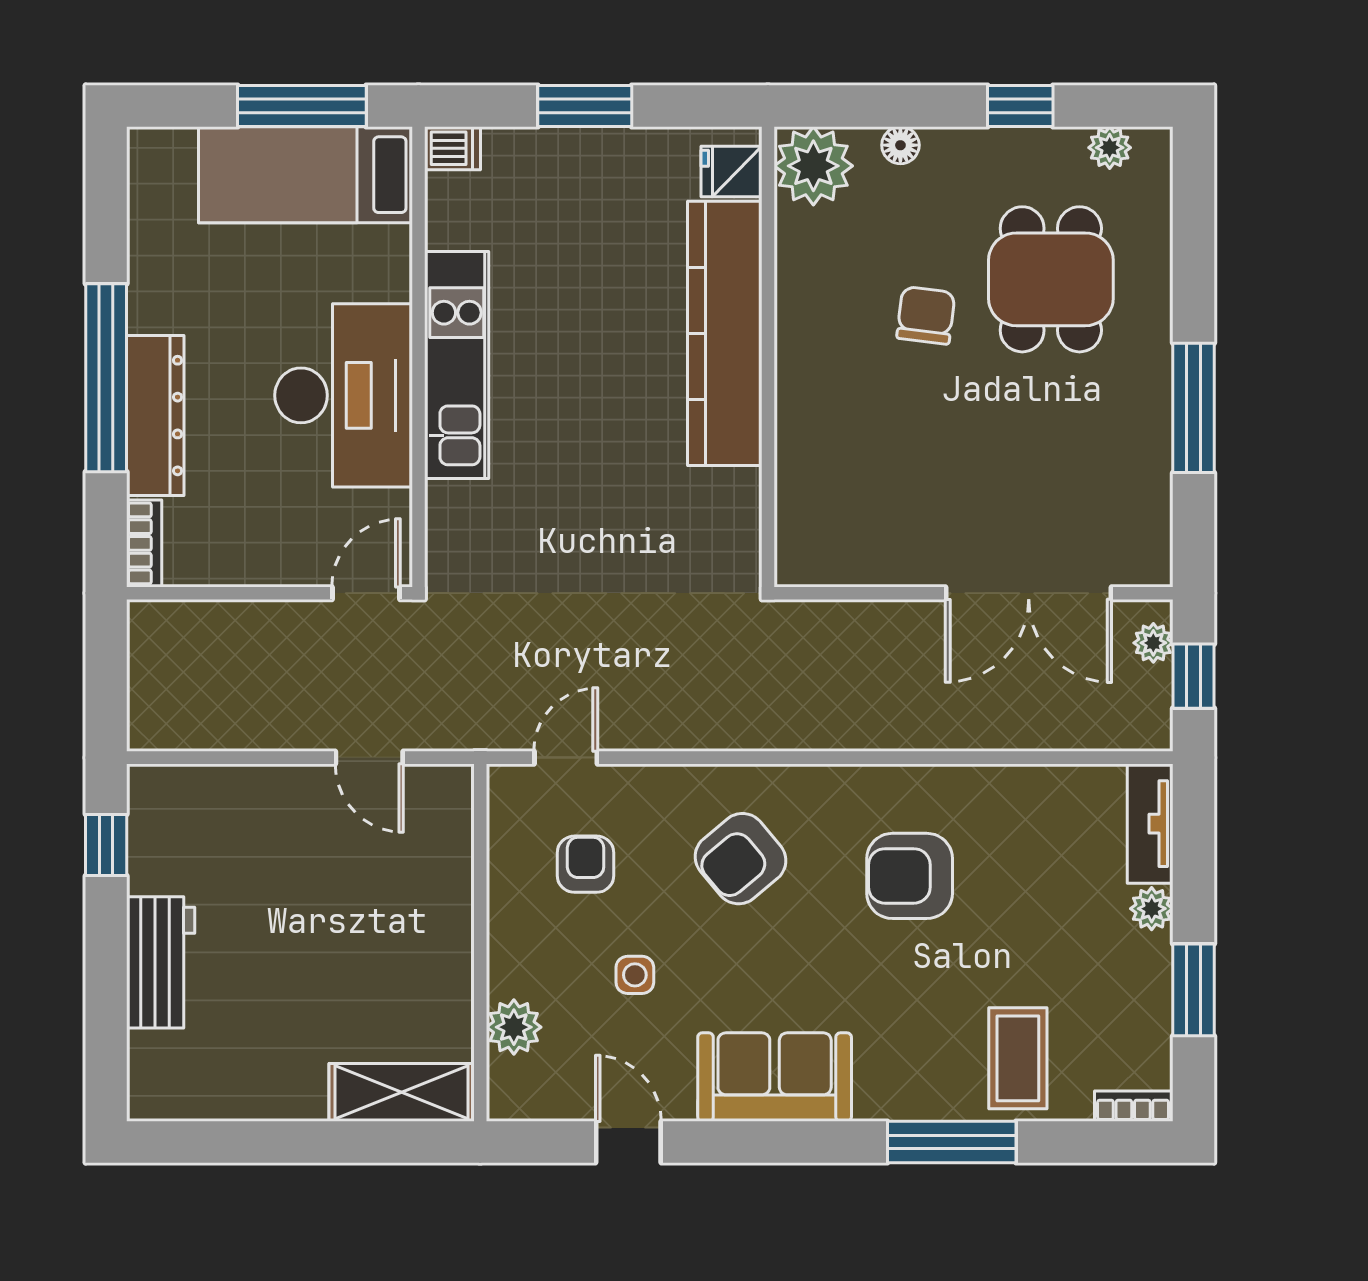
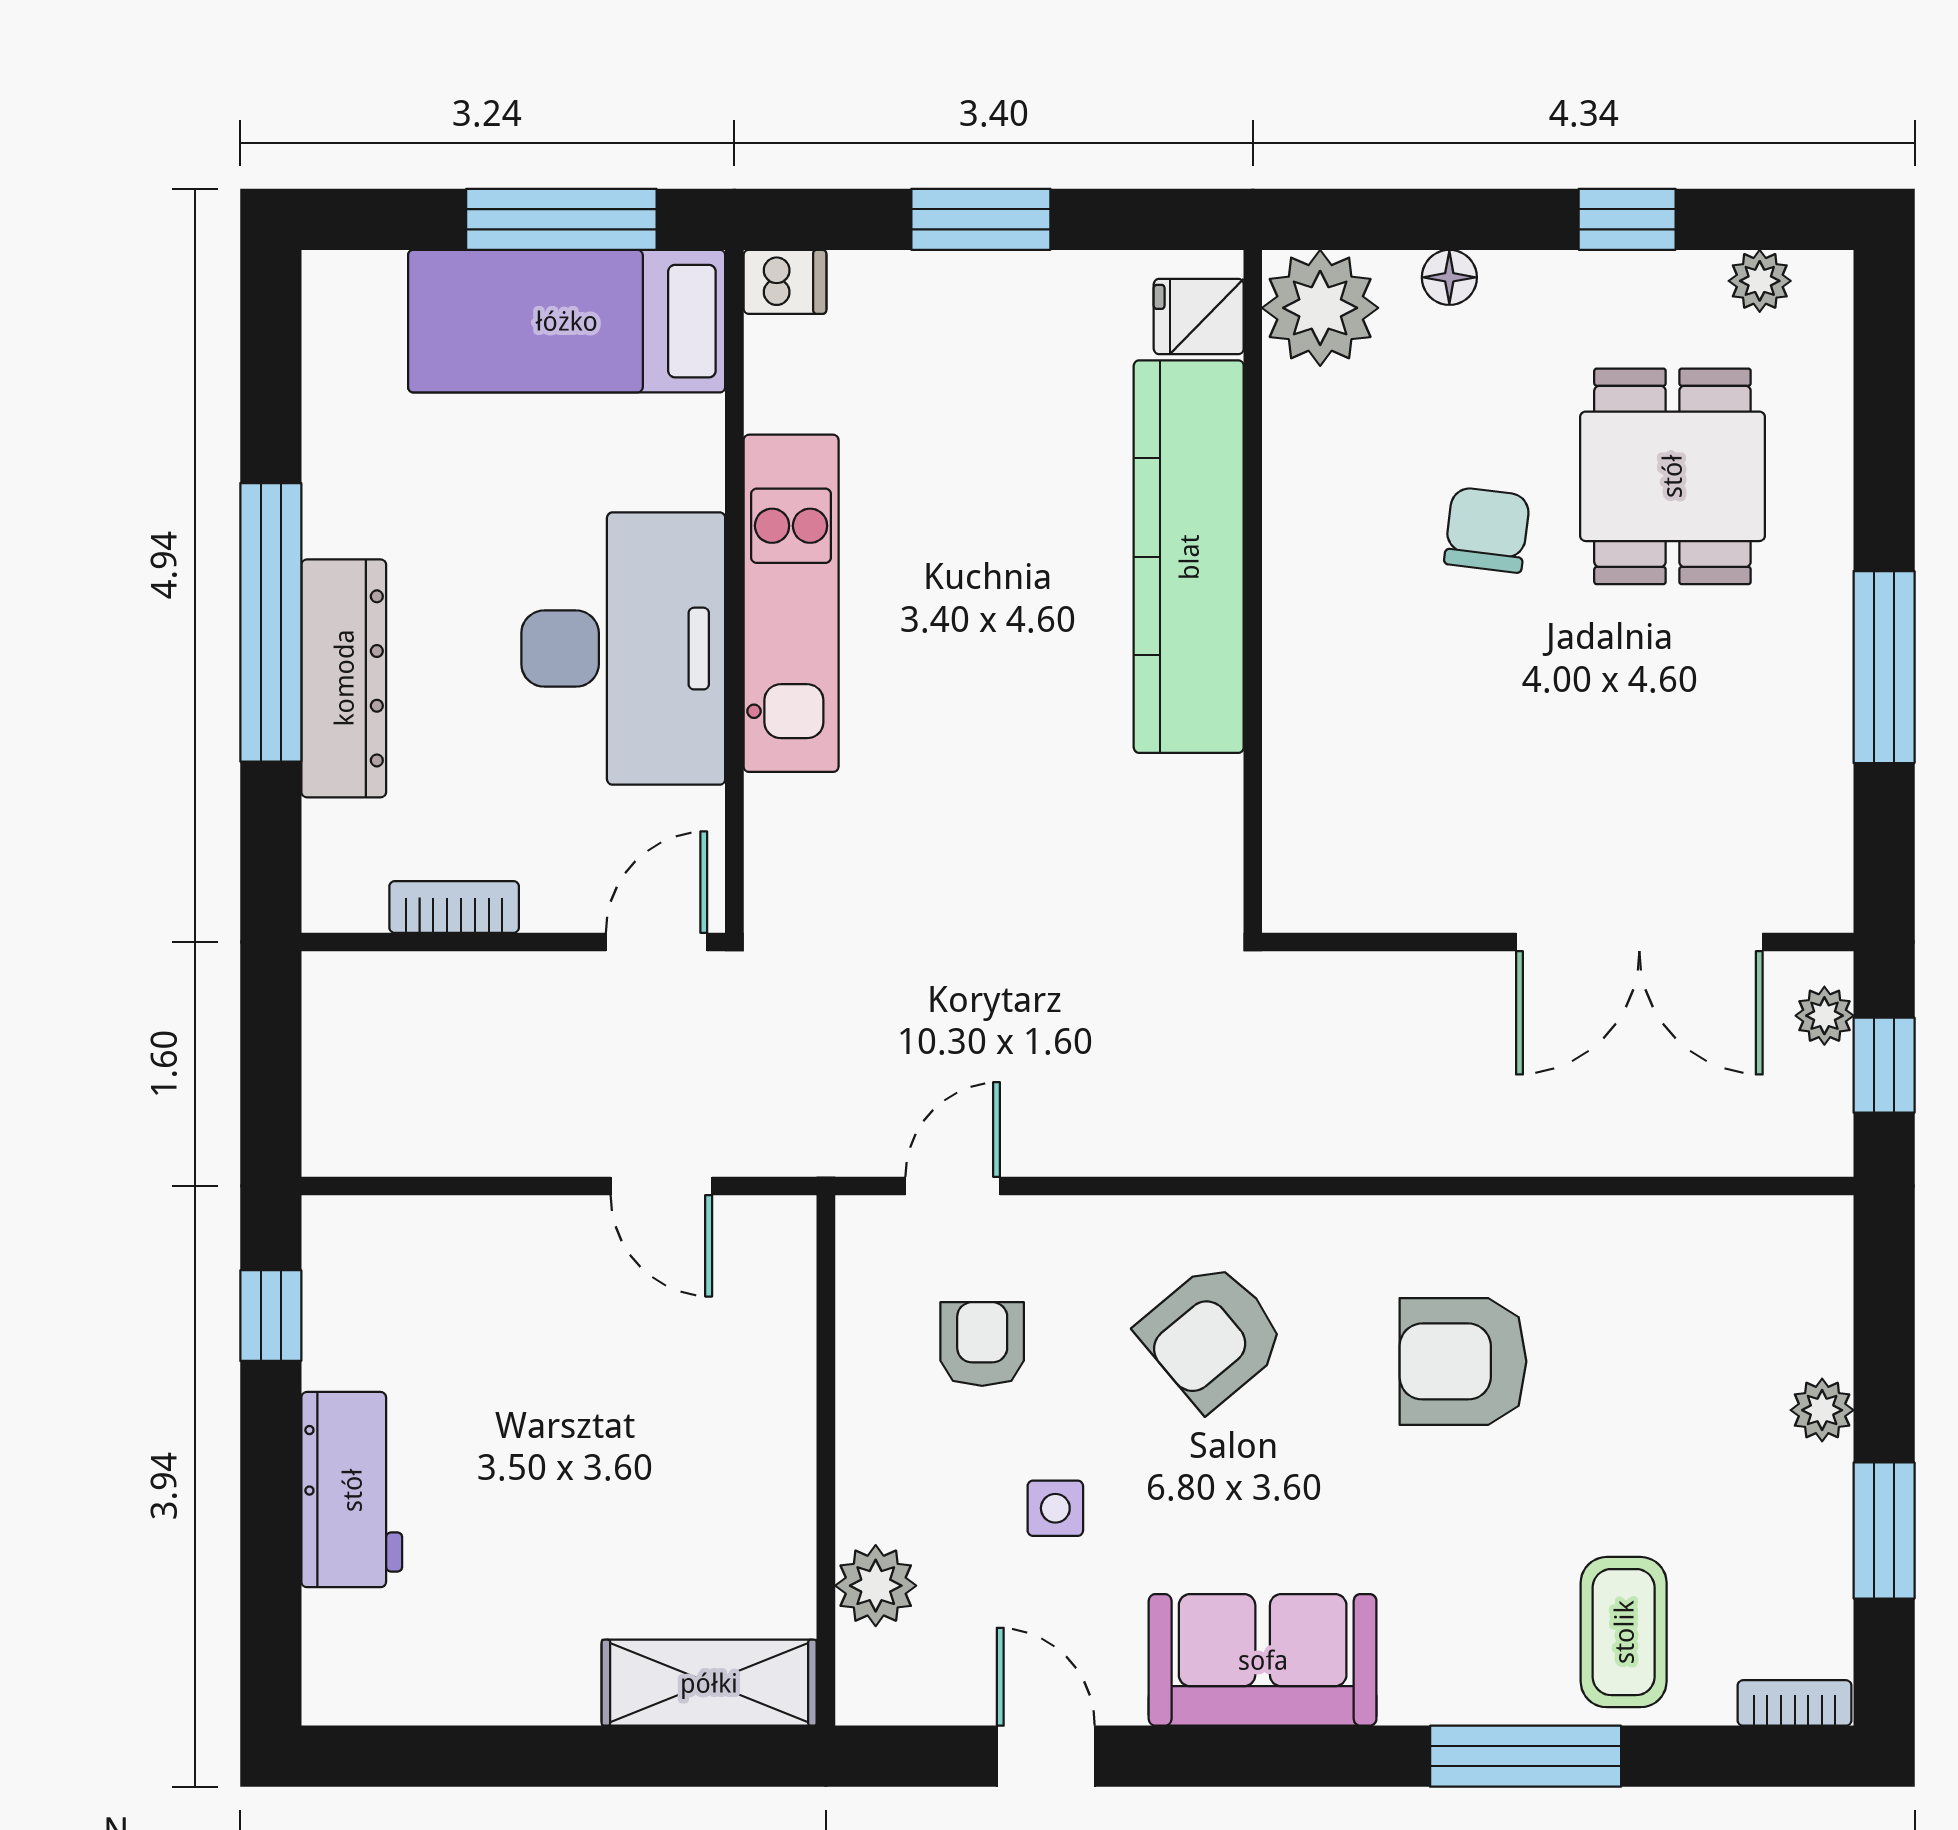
bookcase: (144, 543) -> (454, 907), moved, turned -90
tv unit: (1150, 824) -> (1820, 1284), removed

